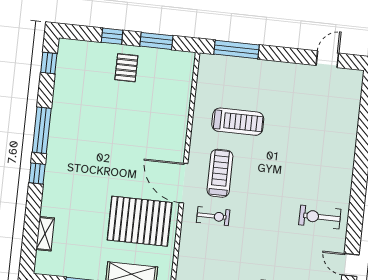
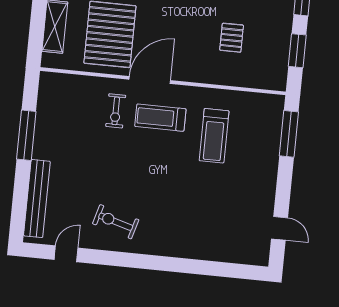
pallet: (126, 68) -> (232, 38), moved, turned 90
treadmill: (220, 173) -> (160, 118), turned 180
exercise bike: (320, 217) -> (116, 222), turned -74

